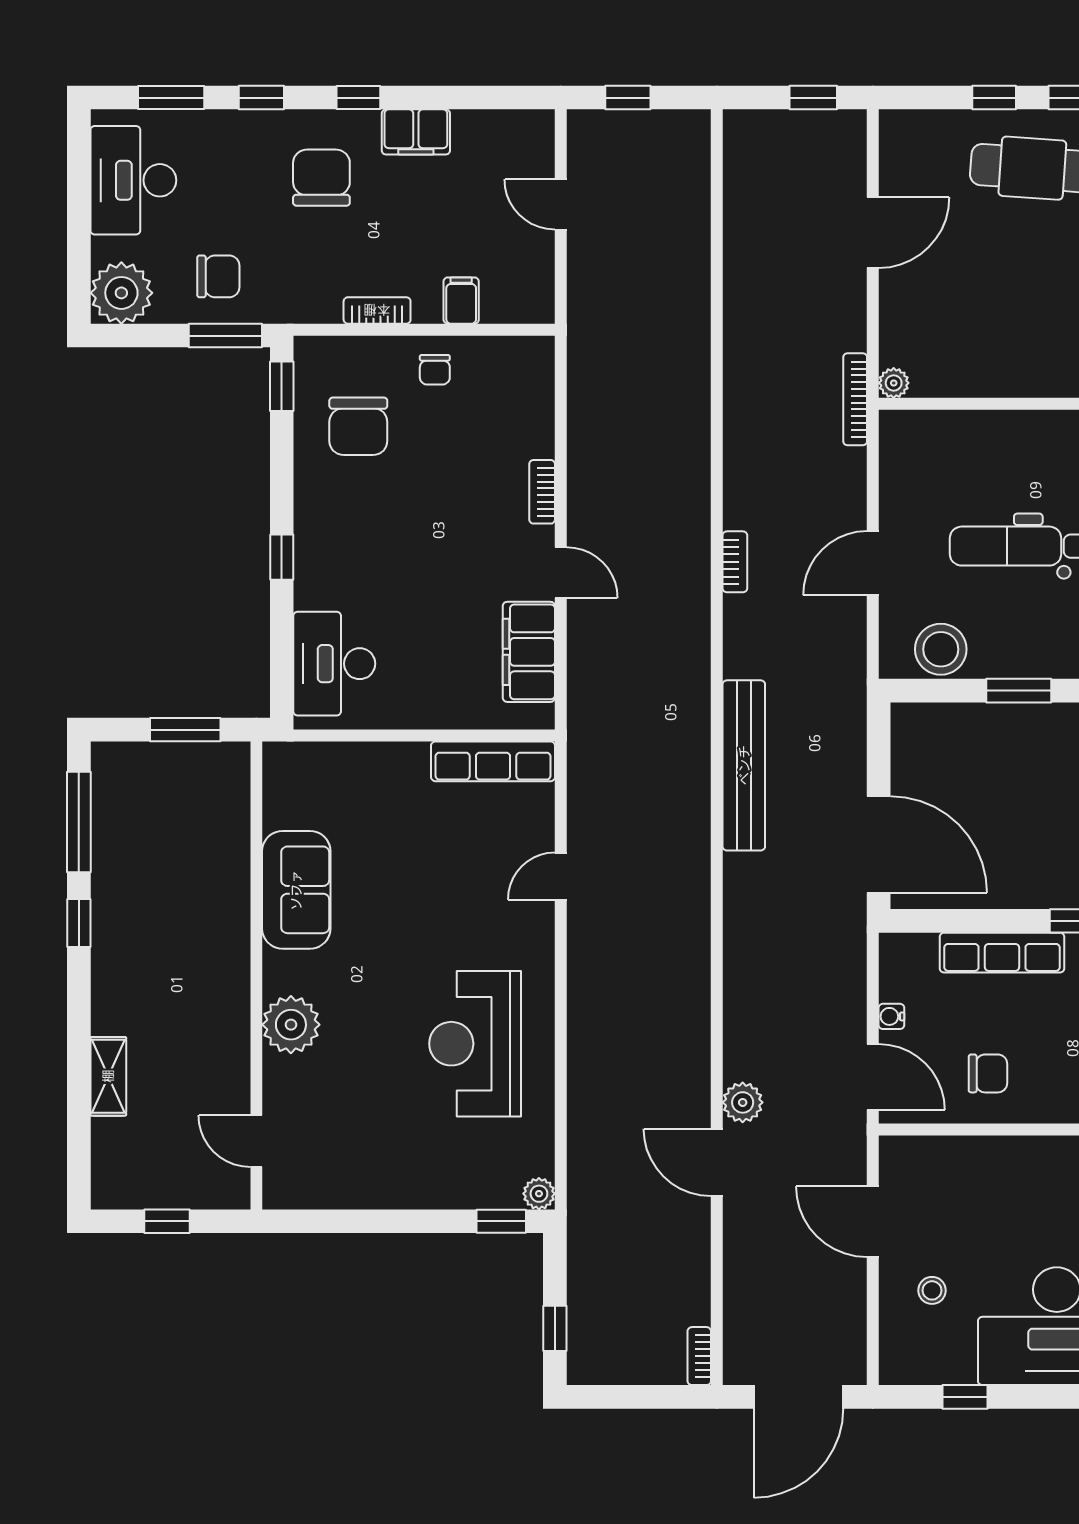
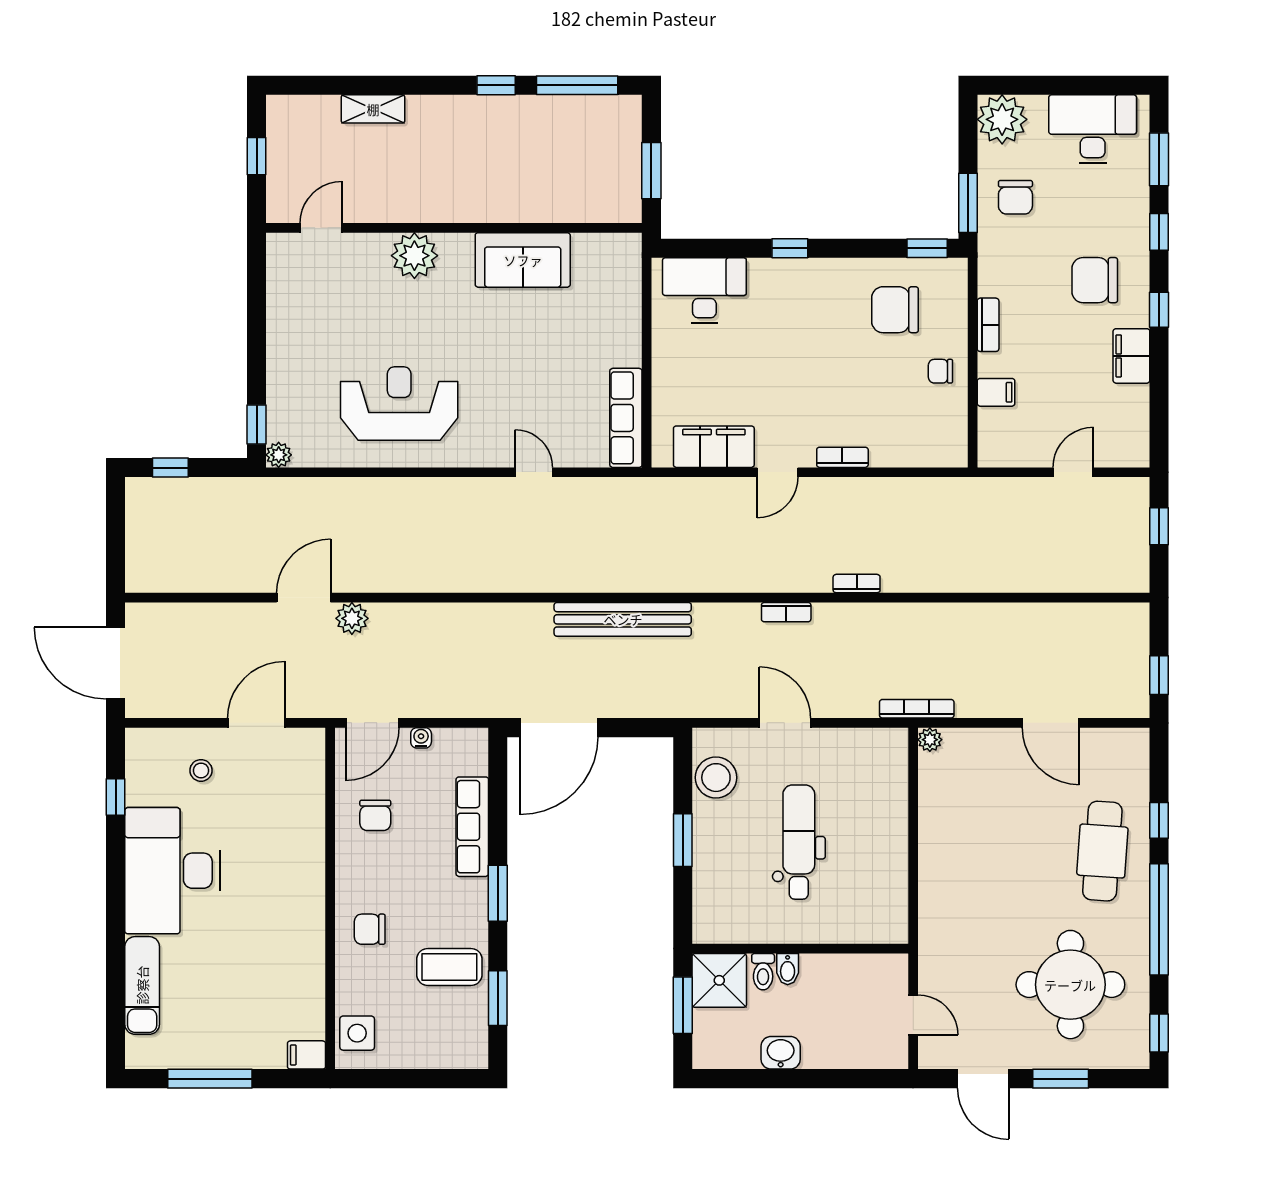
chair: (321, 178) -> (1095, 280), turned 180
bookcase: (699, 1356) -> (857, 584), moved

